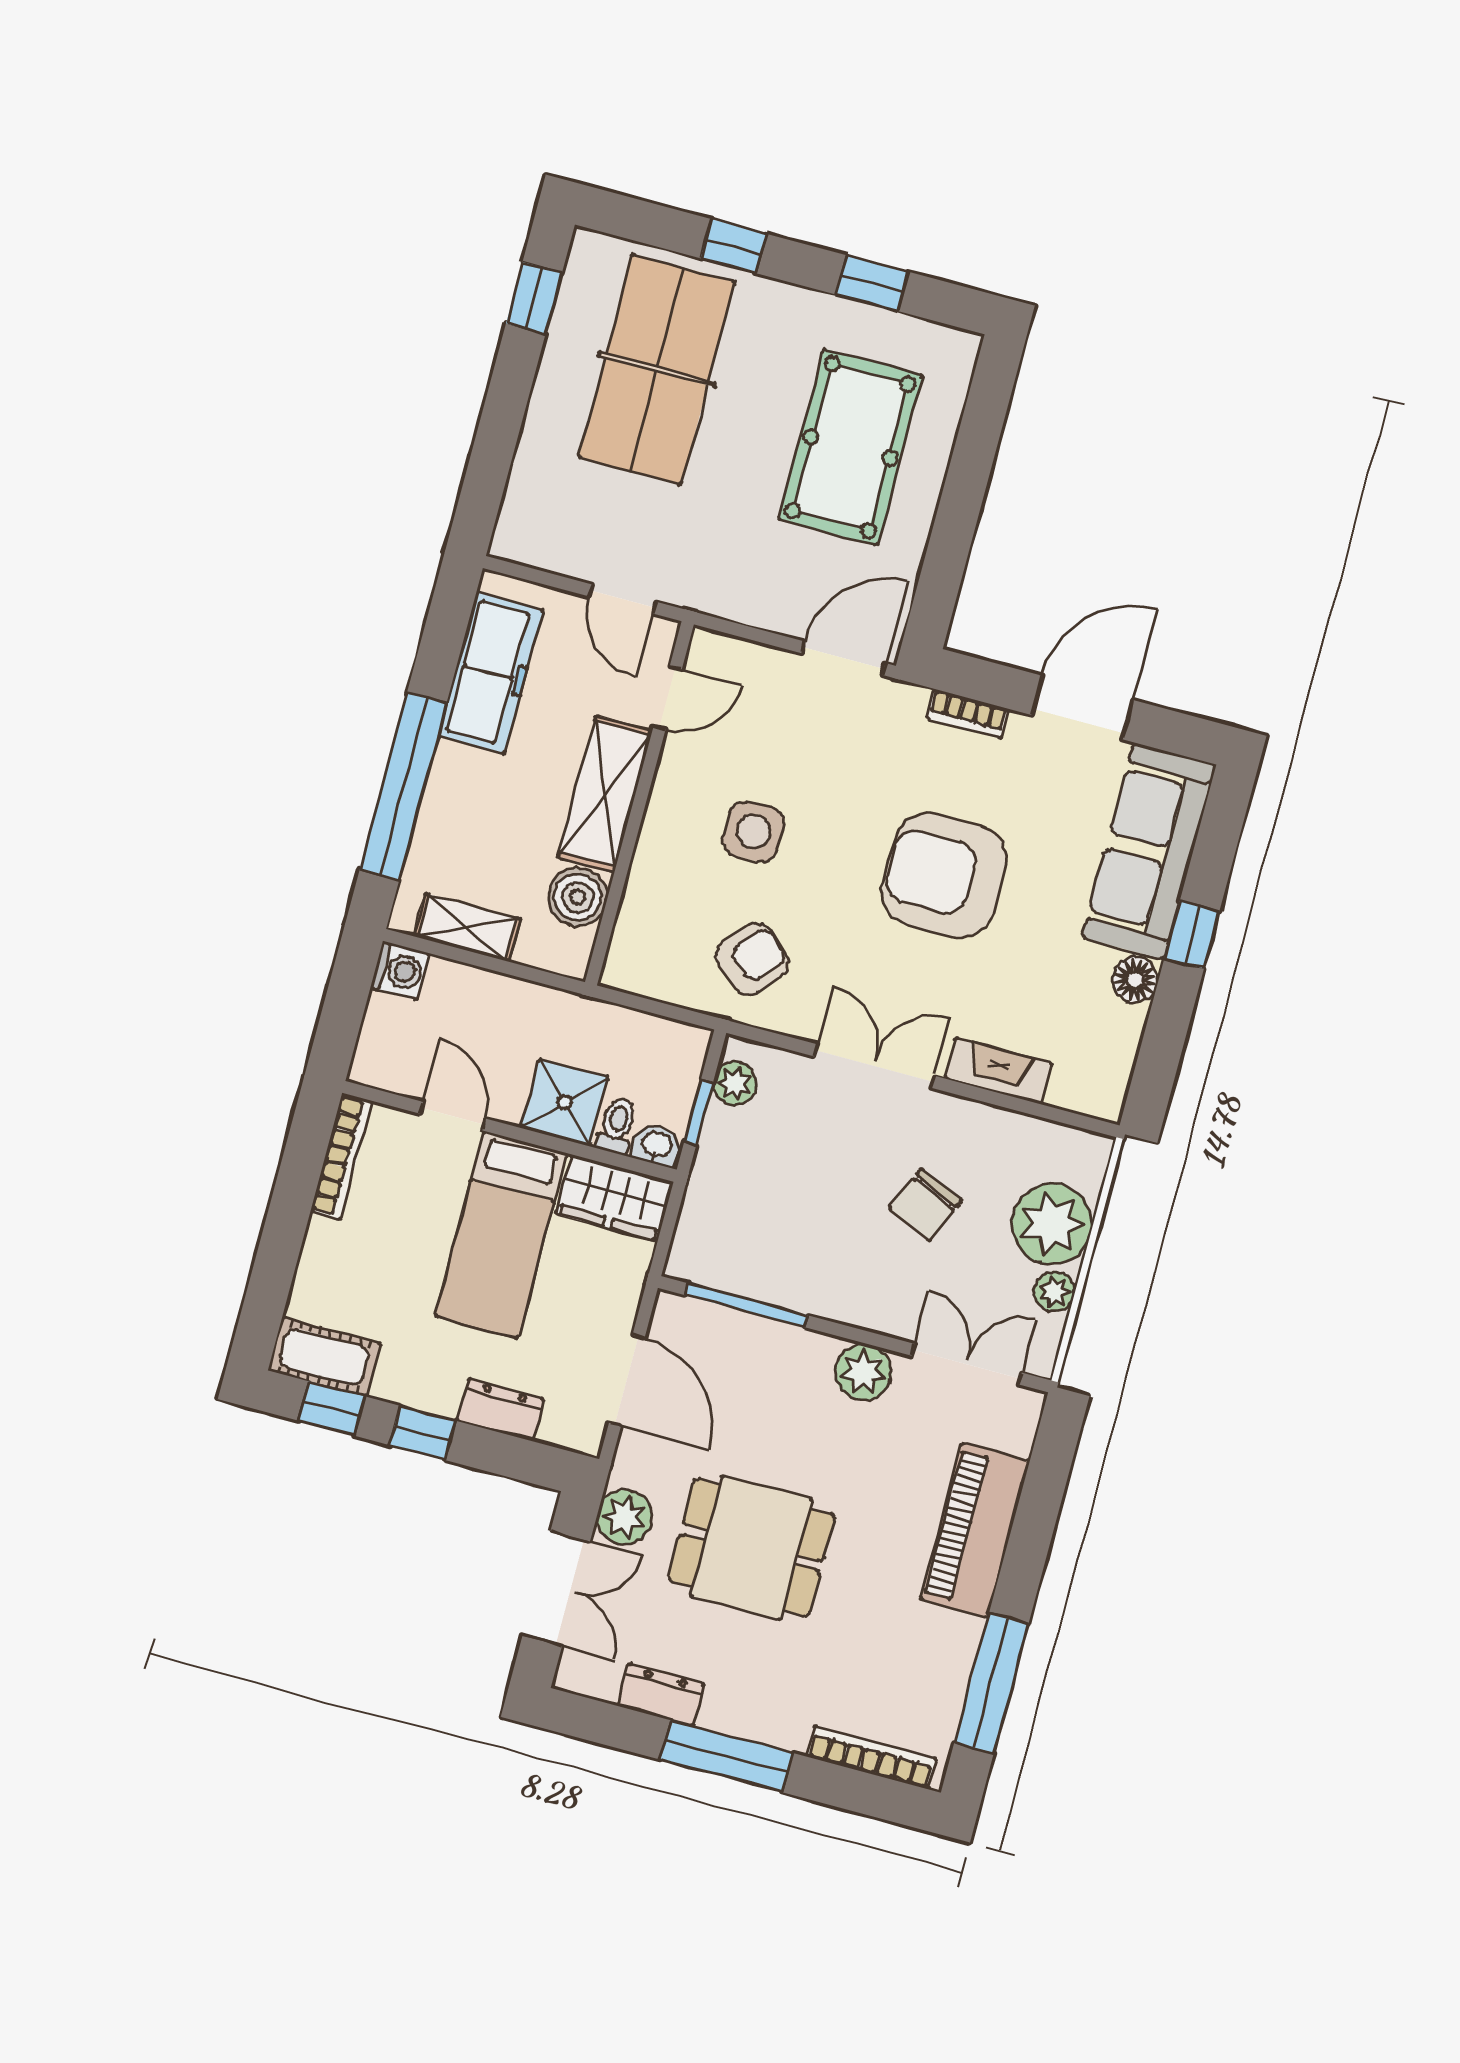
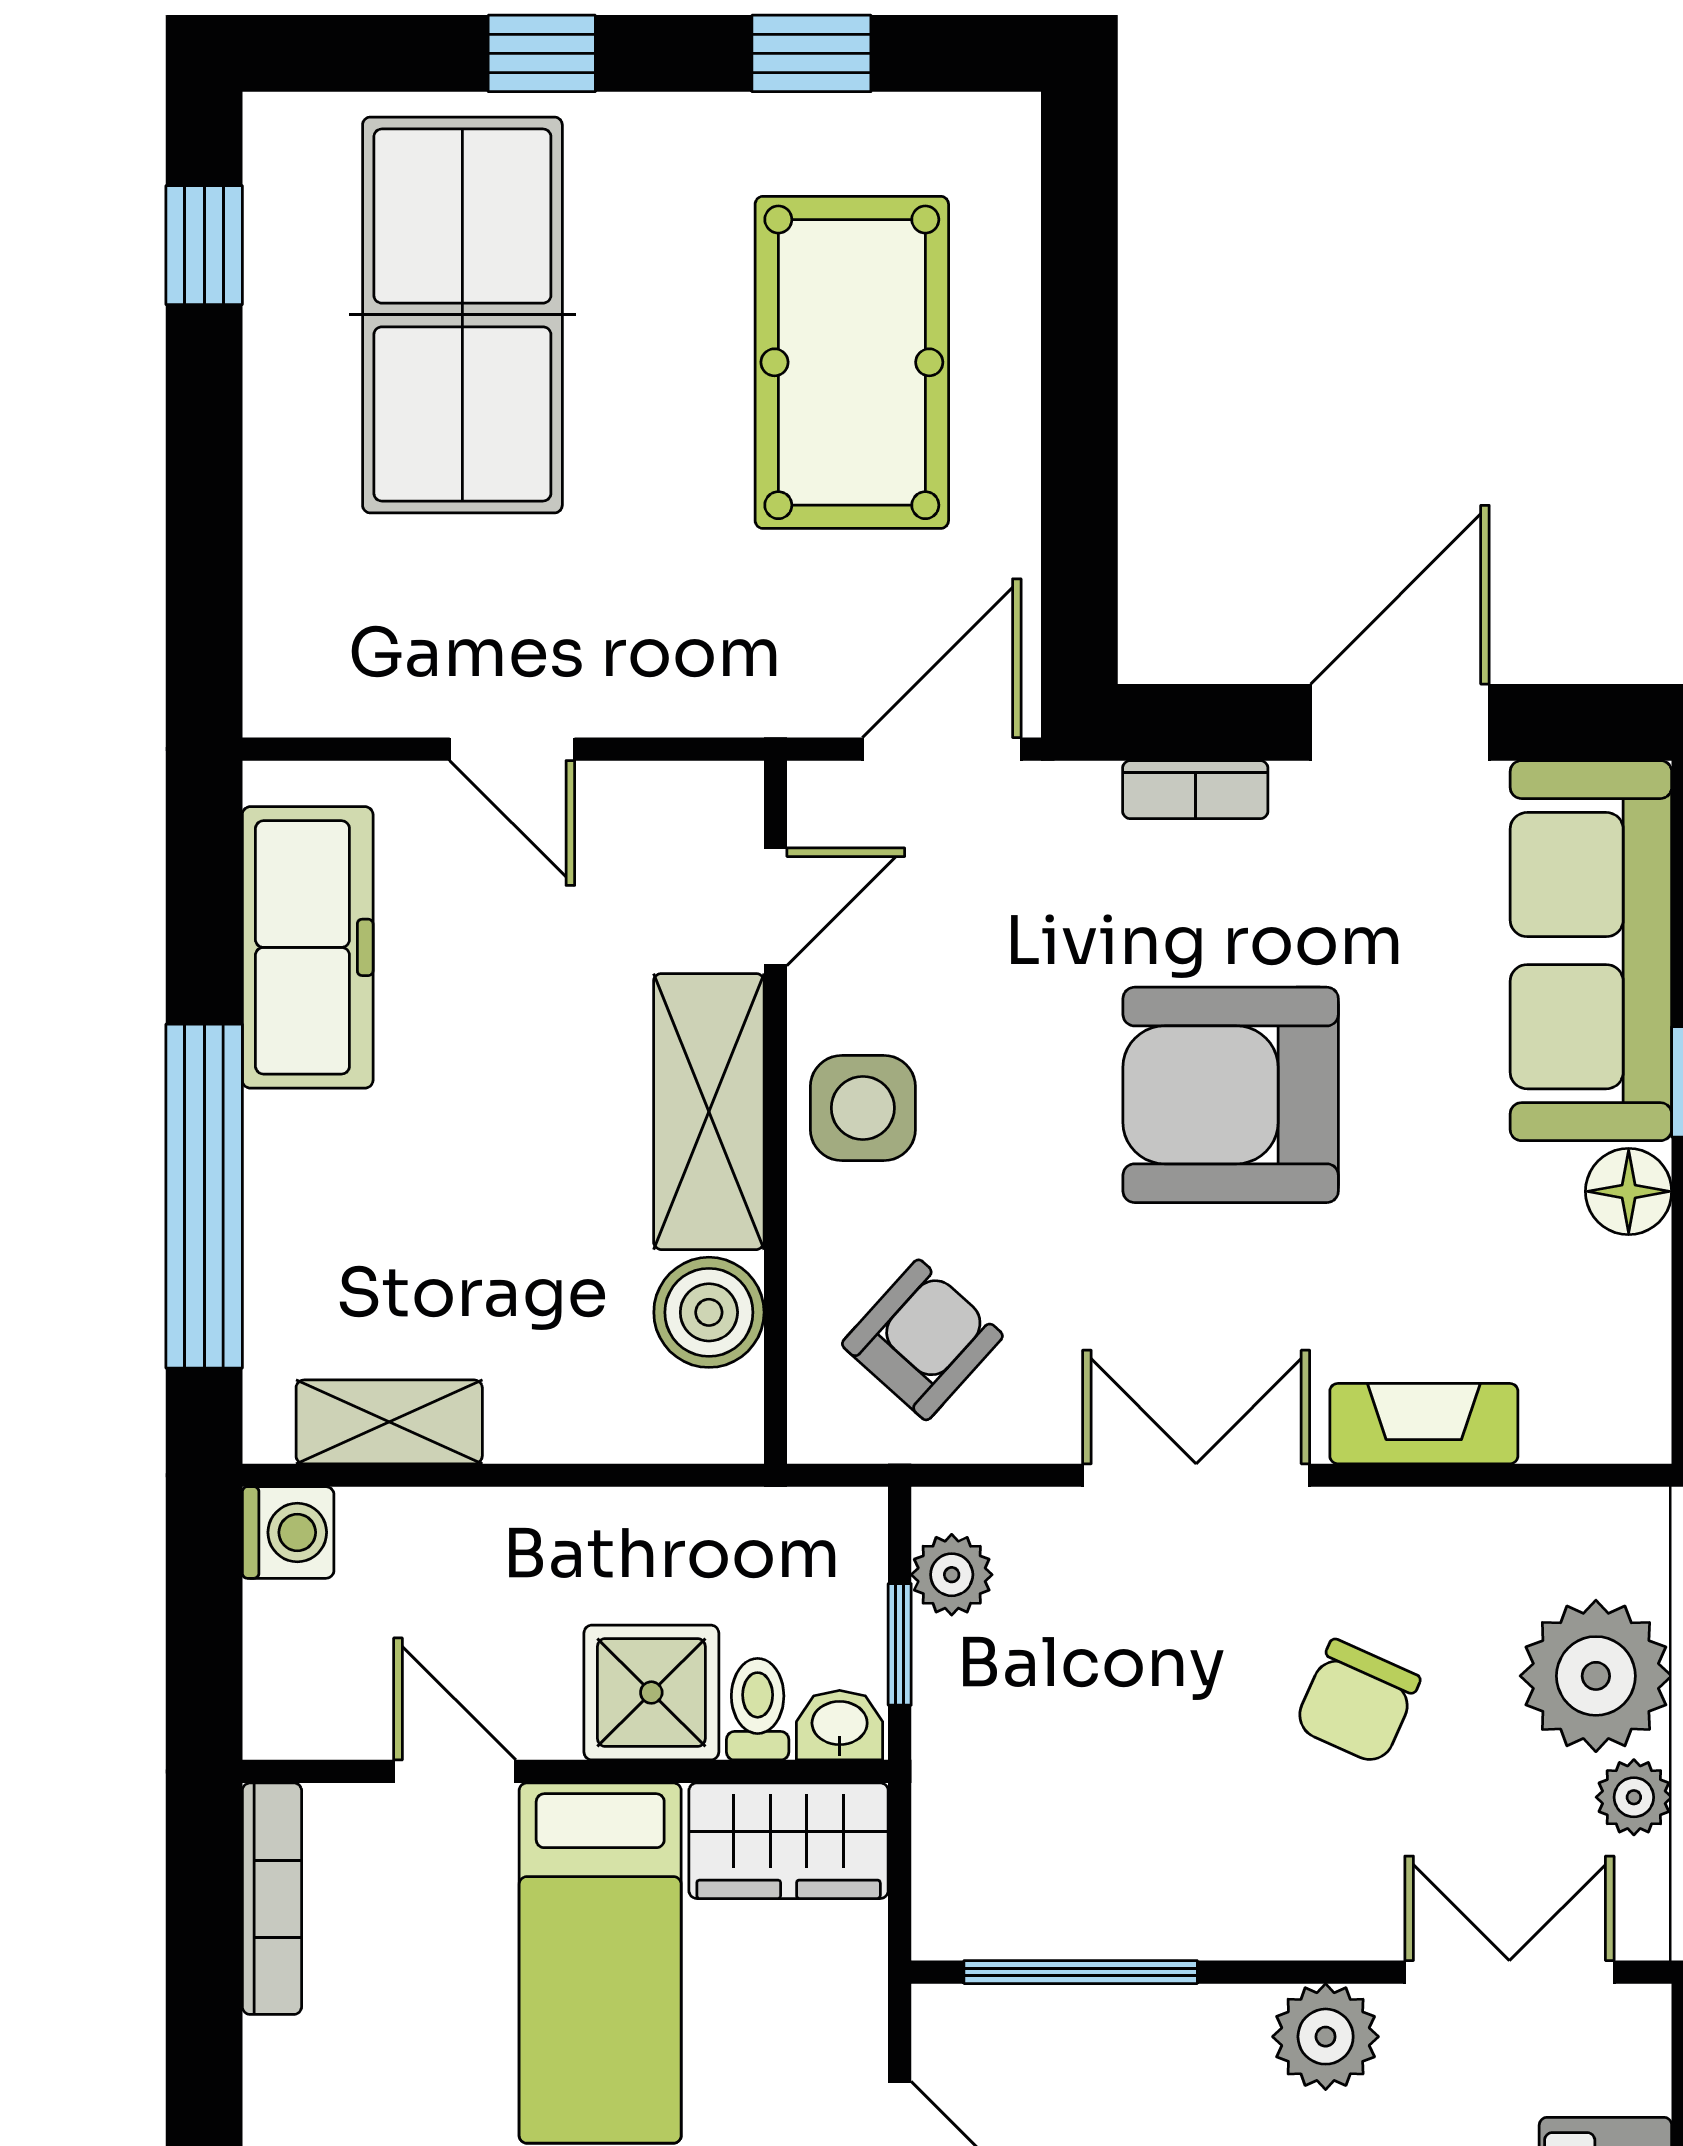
door: (668, 698) -> (775, 907), moved
shelving: (605, 794) -> (709, 1112), moved
wall: (639, 803) -> (775, 1112), moved
boiler: (578, 897) -> (709, 1312), moved

